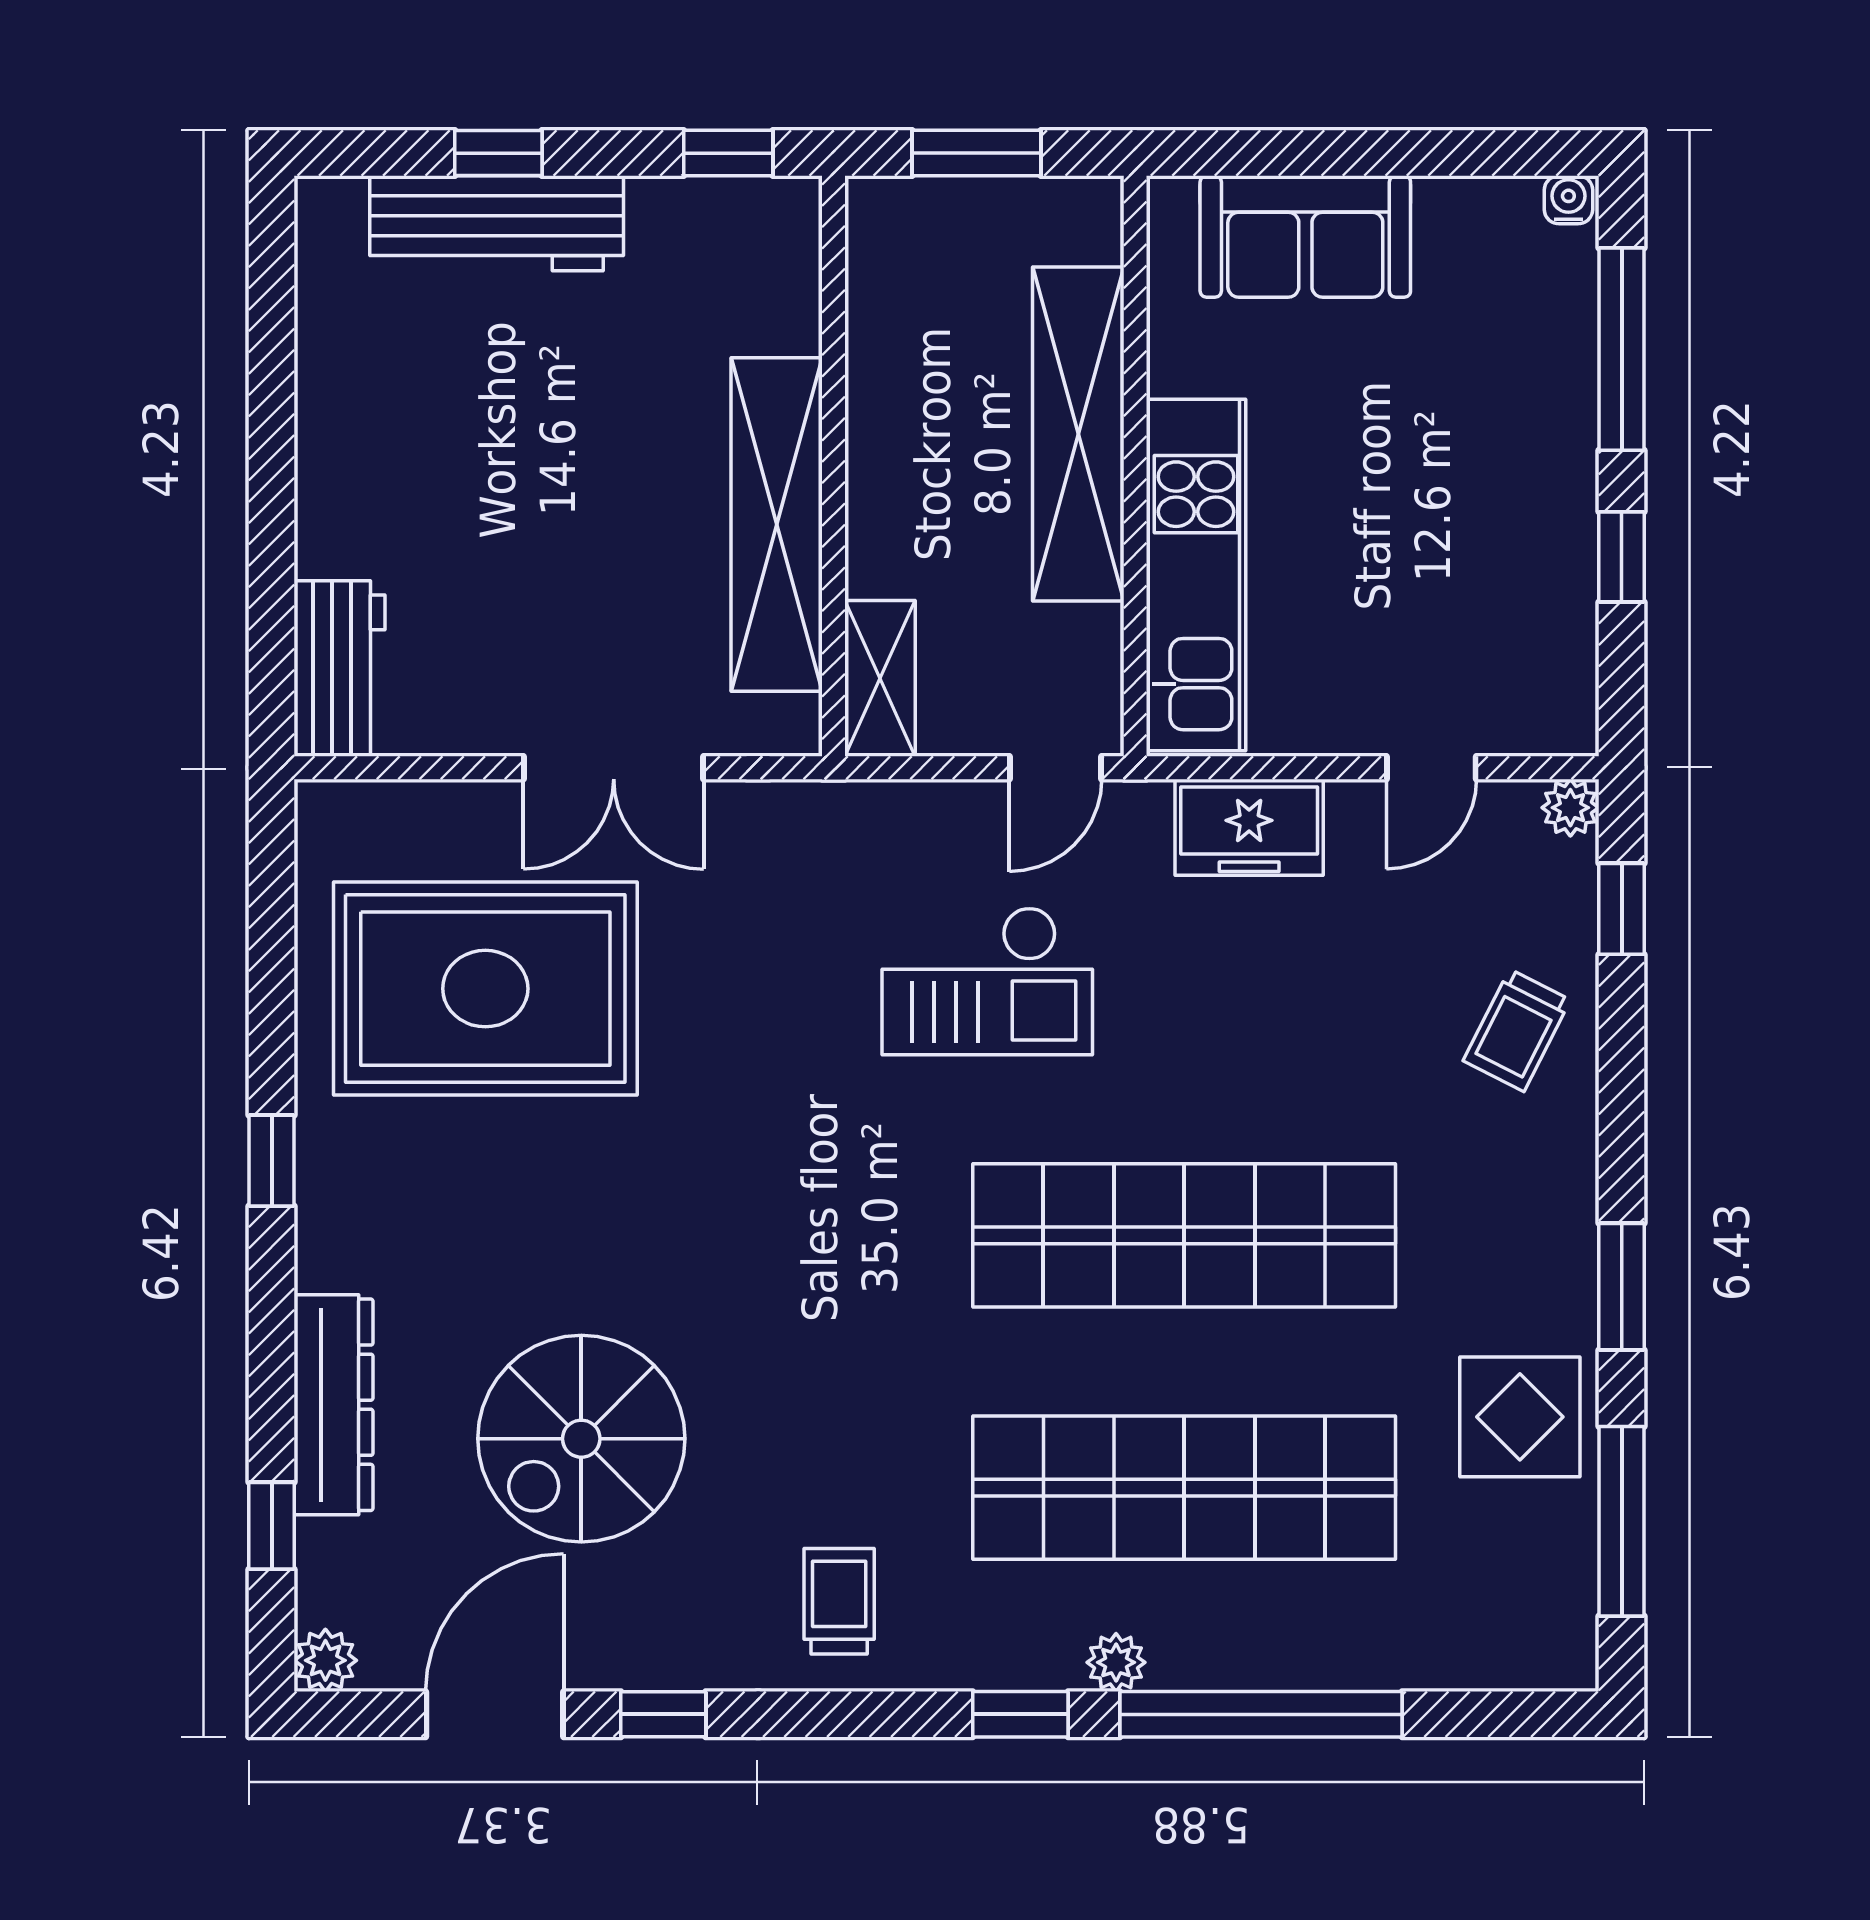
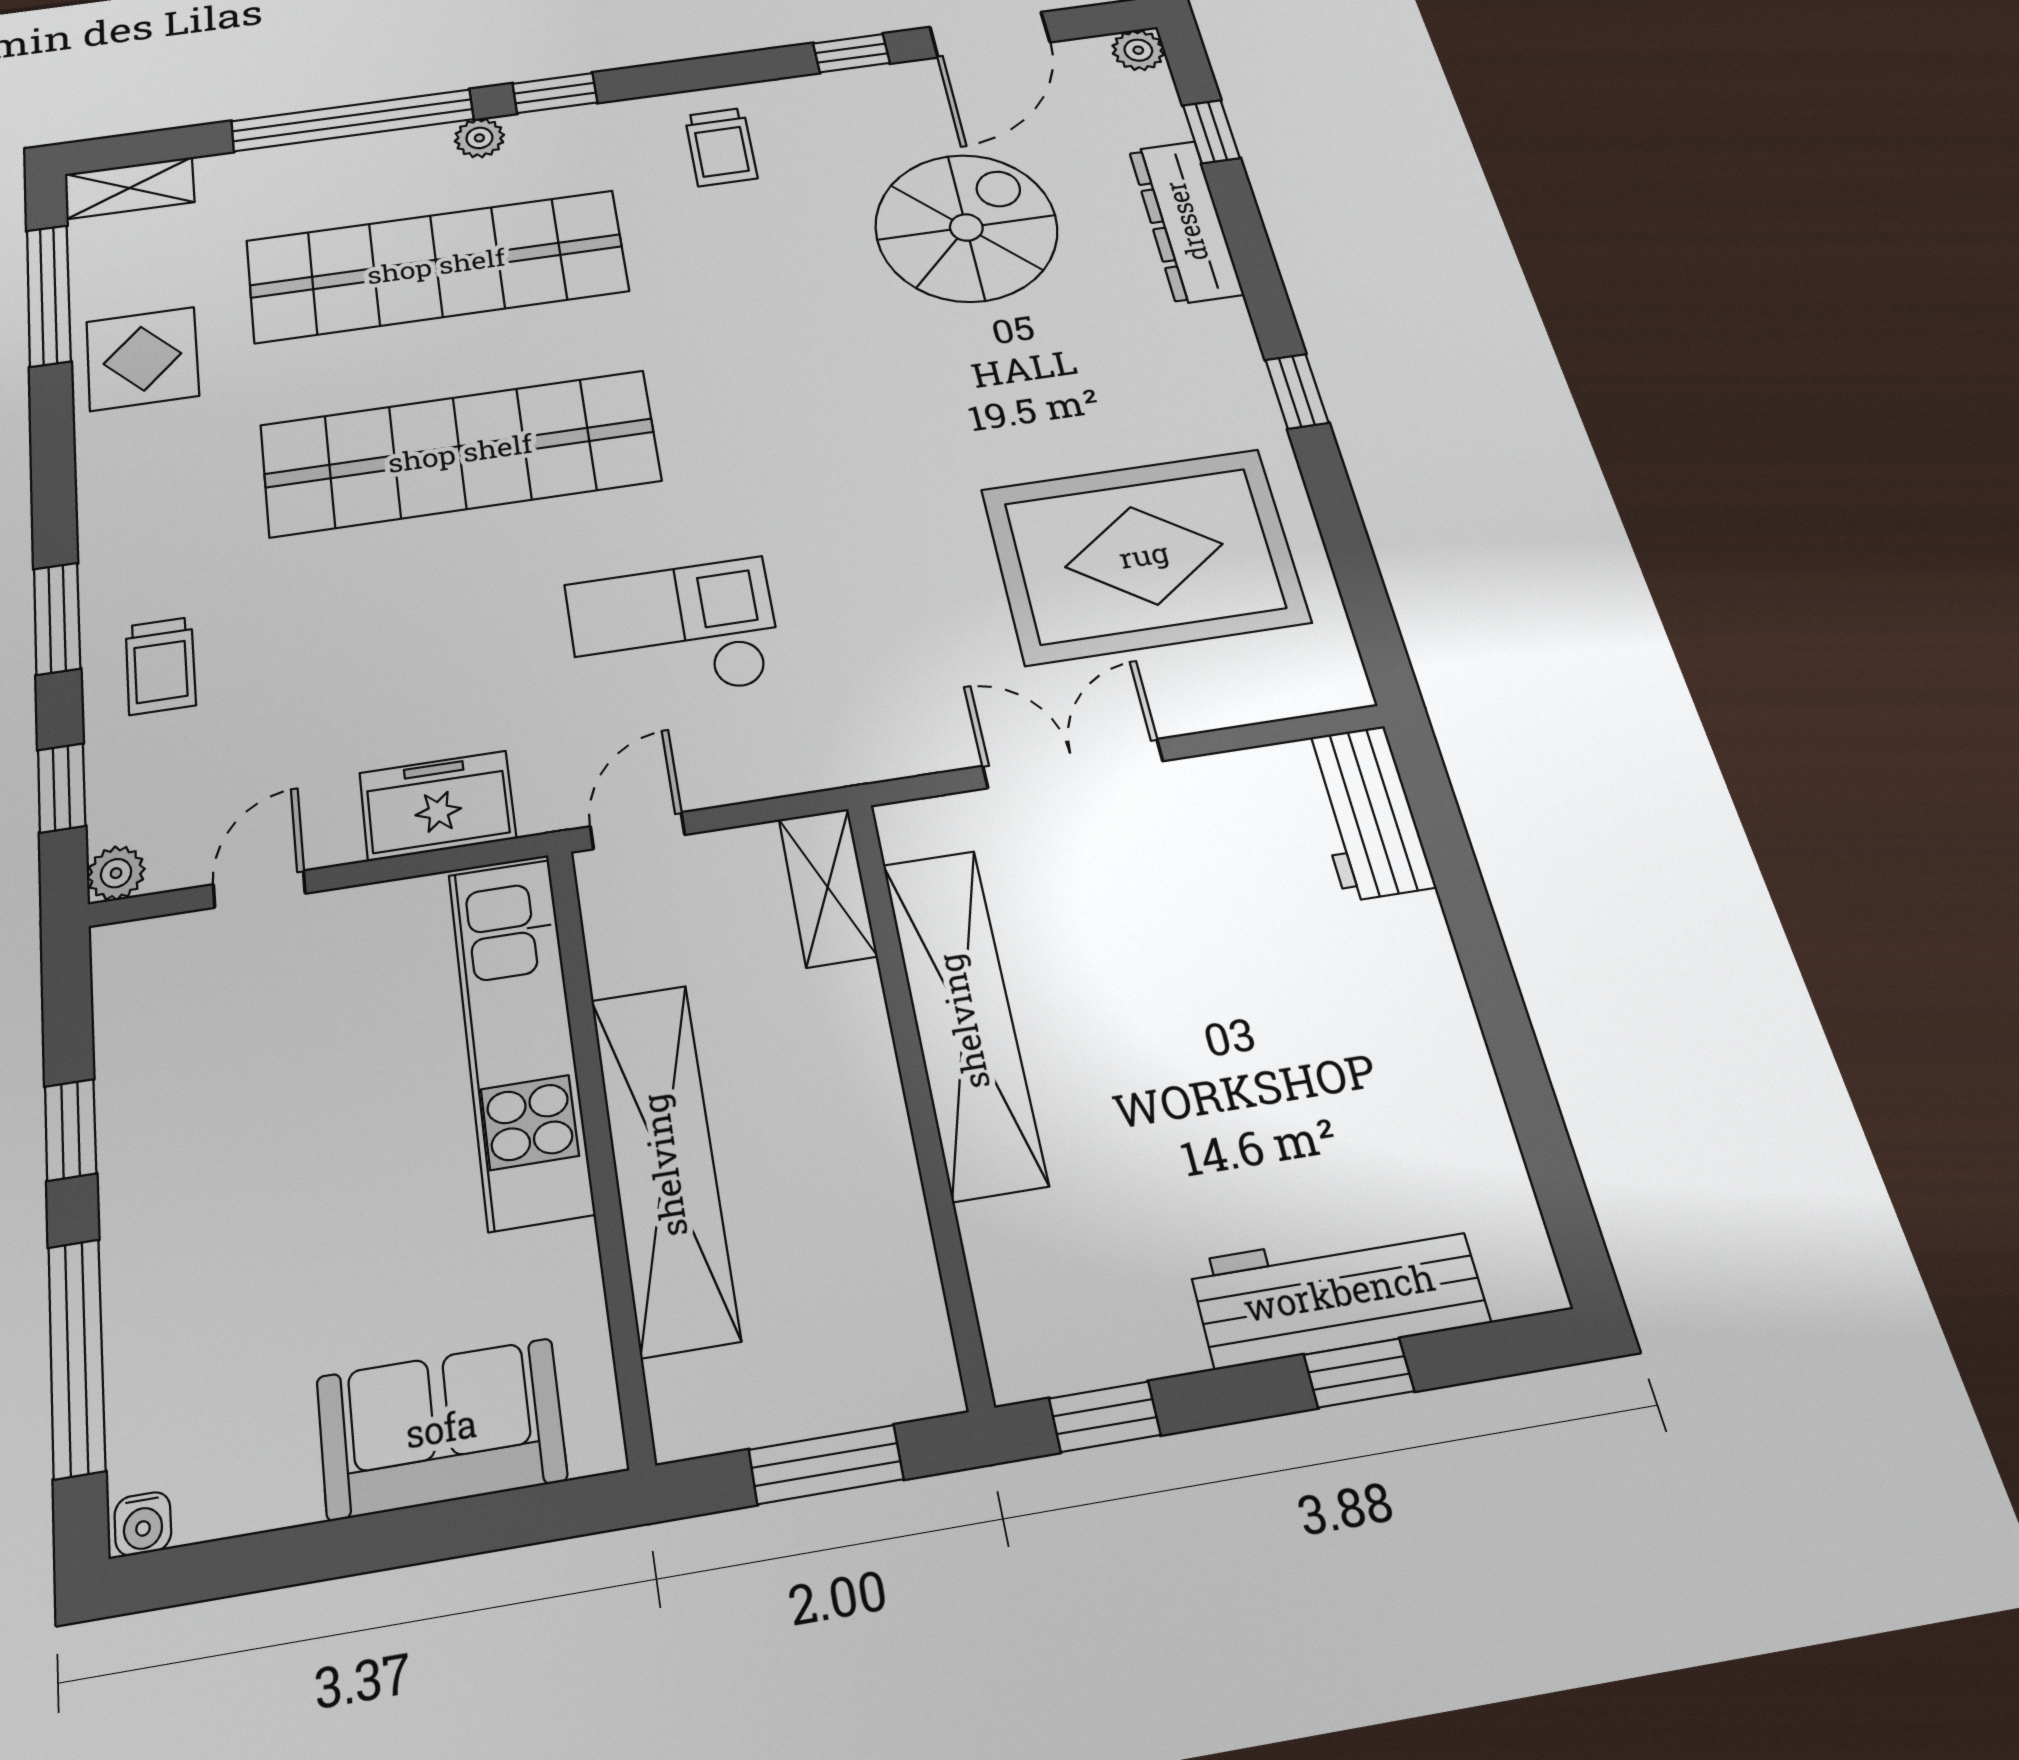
trolley: (1517, 1030) -> (161, 666), turned 153
window: (1622, 1287) -> (57, 618), moved
shelving: (1525, 1658) -> (130, 188), added

